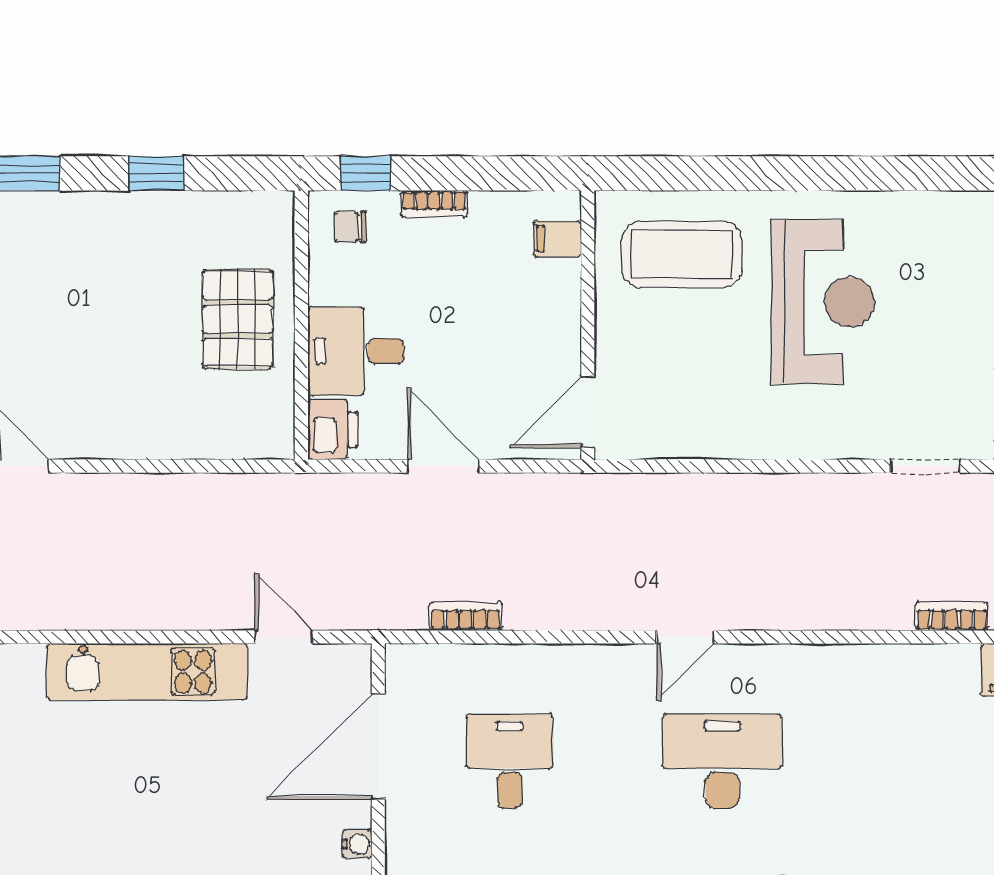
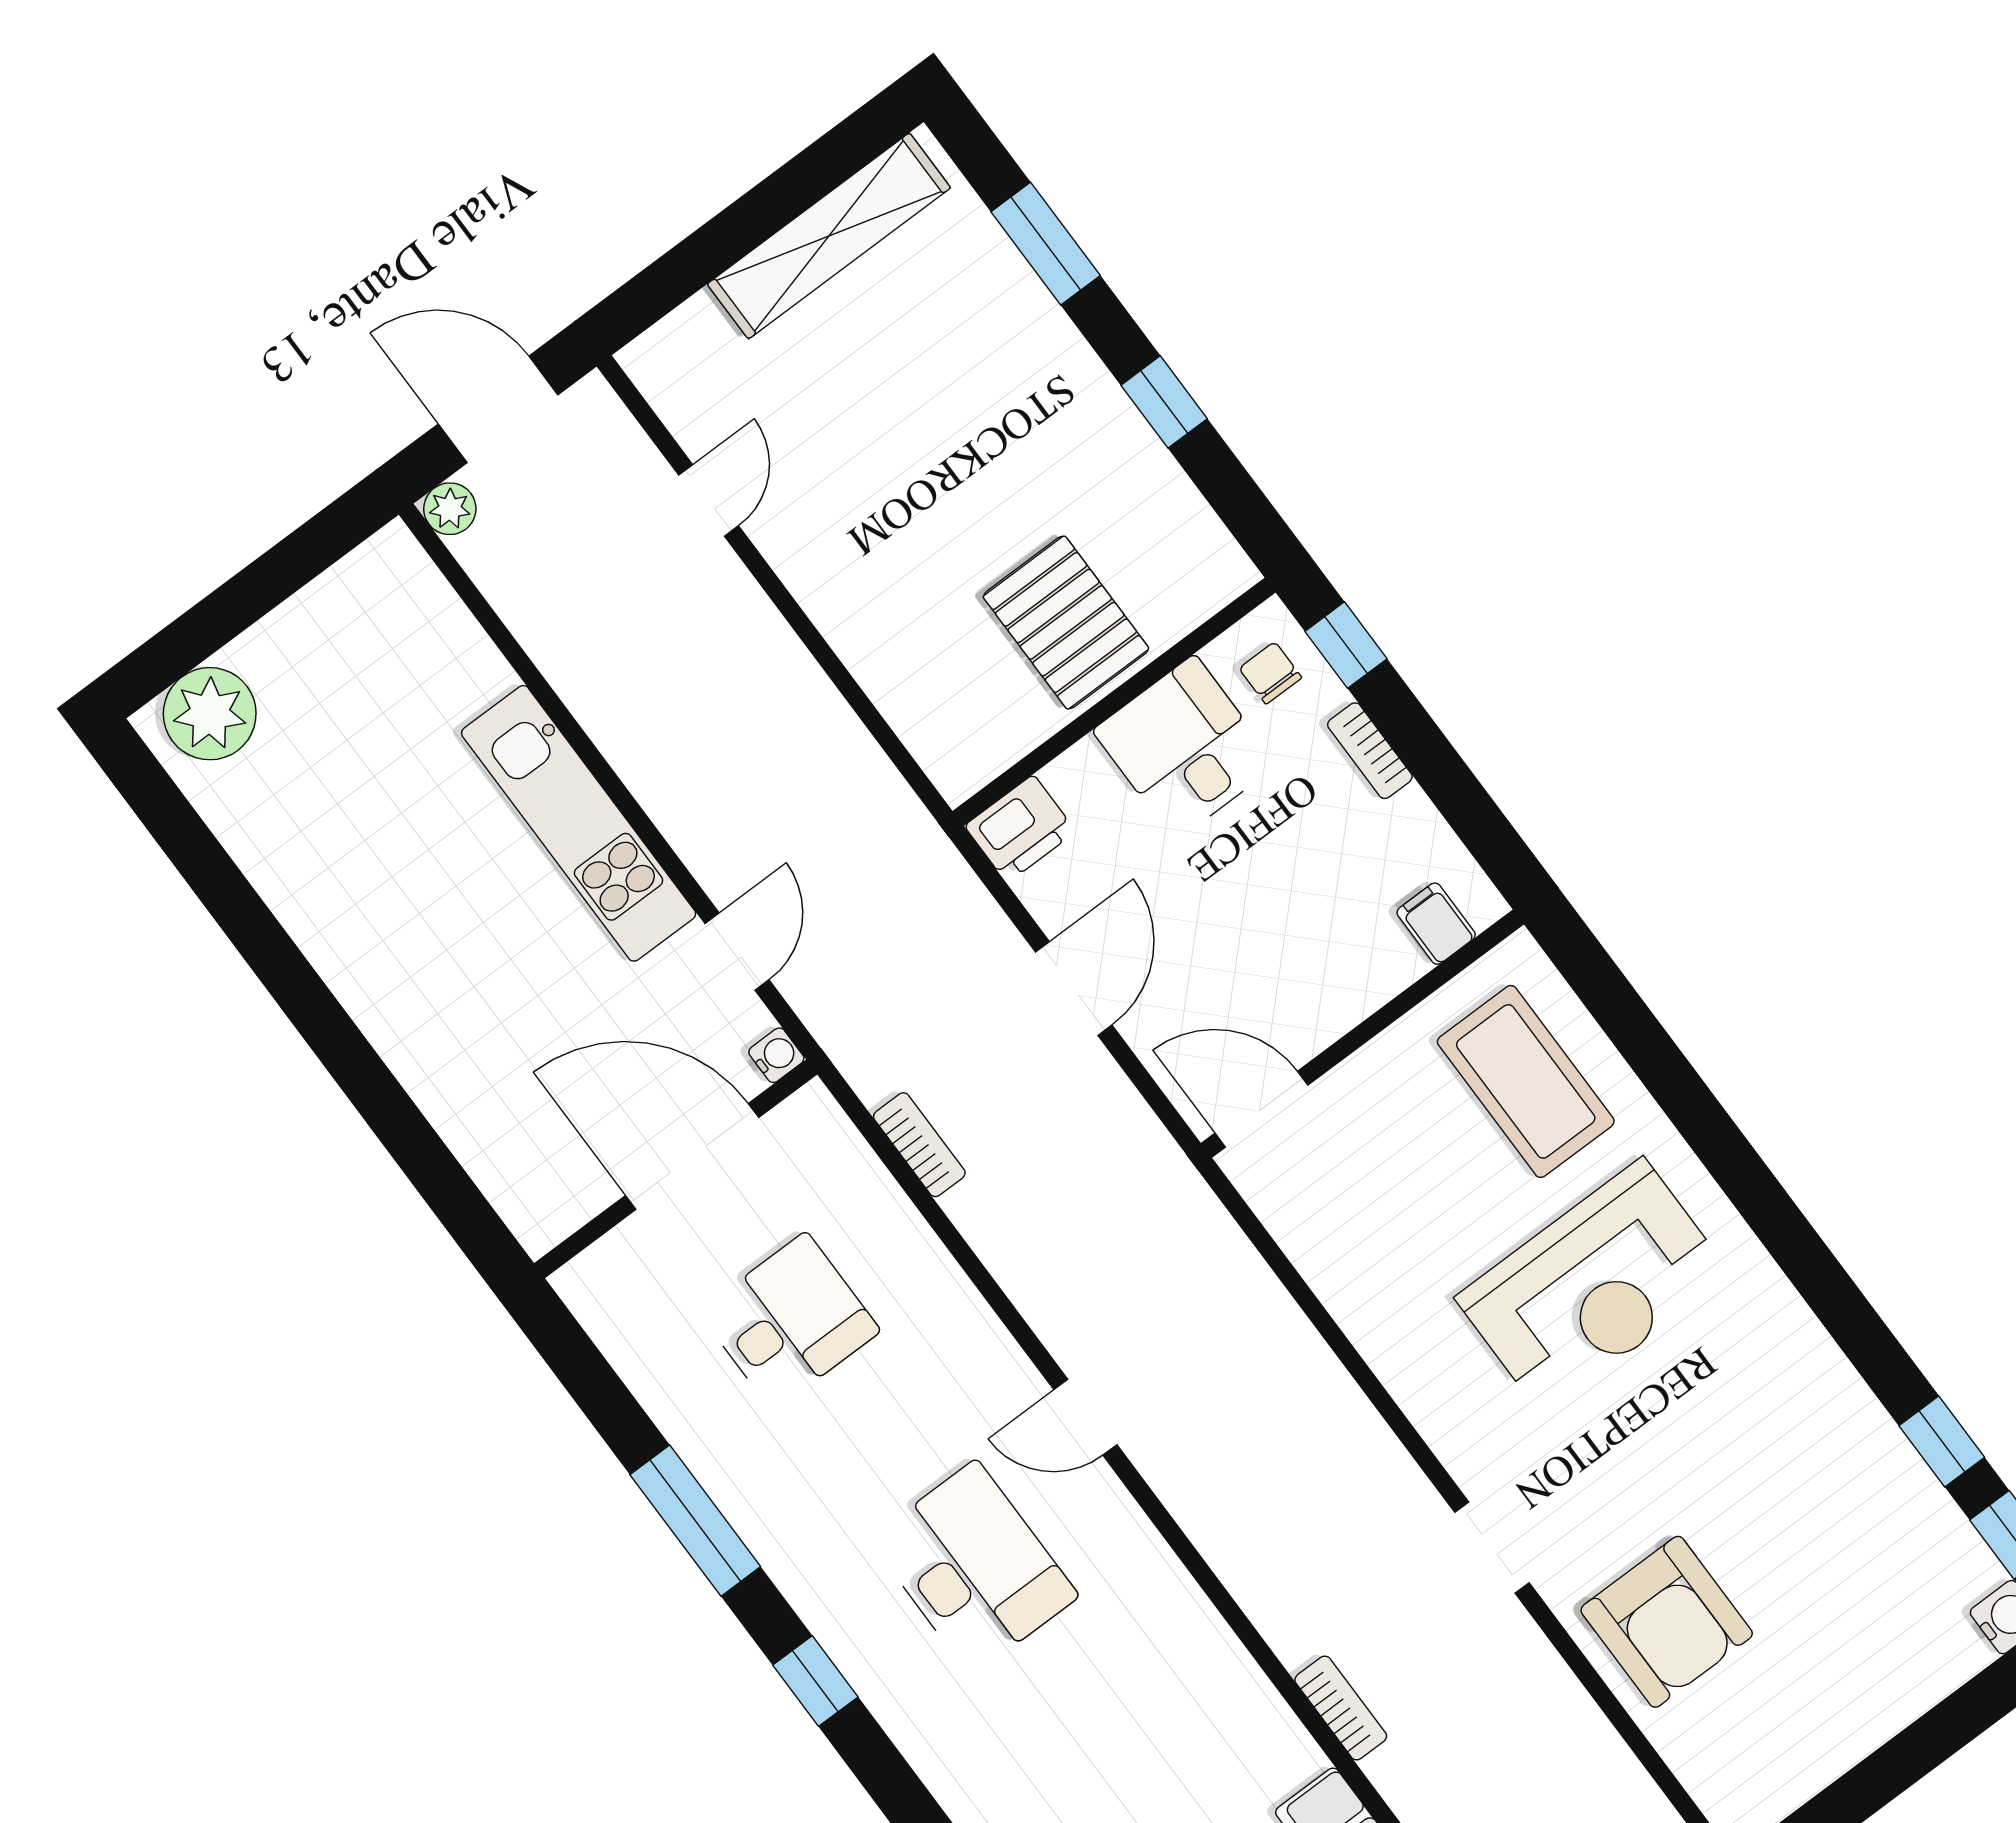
pallet: (238, 319) -> (1066, 623), turned 90
desk: (356, 351) -> (1185, 748), moved
water cooler: (357, 844) -> (776, 1055), moved, turned -90

